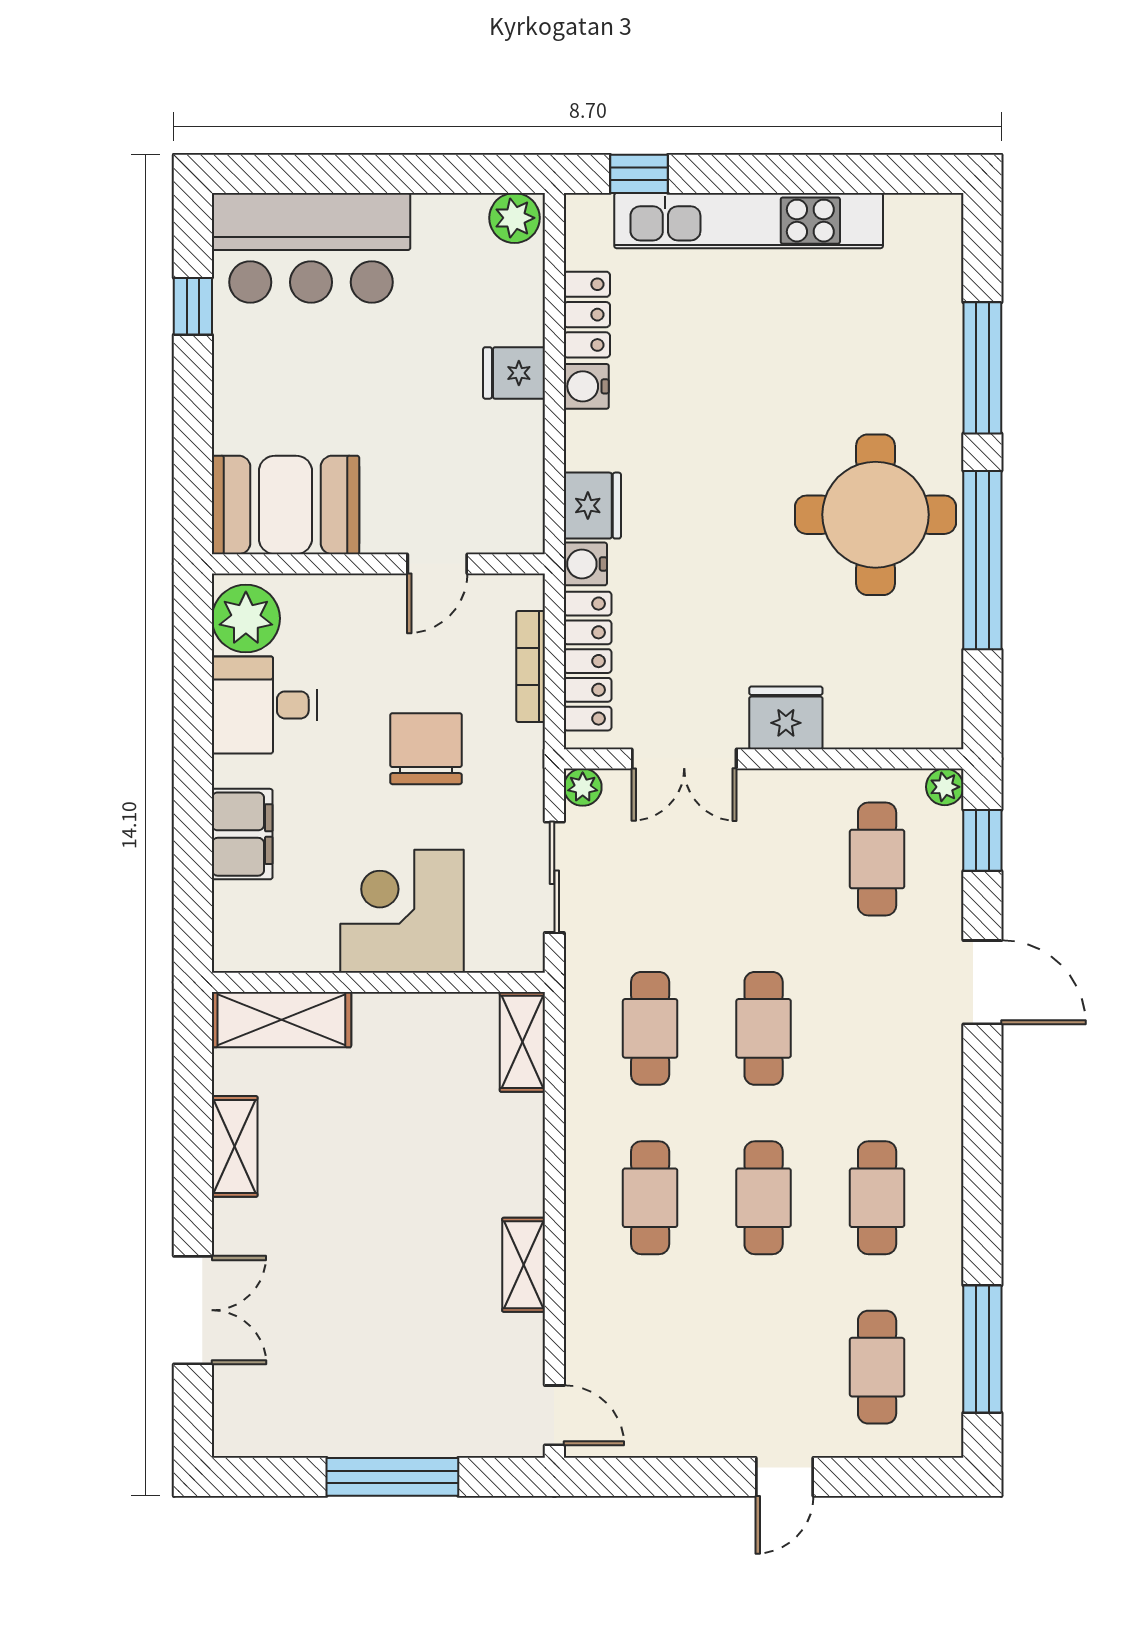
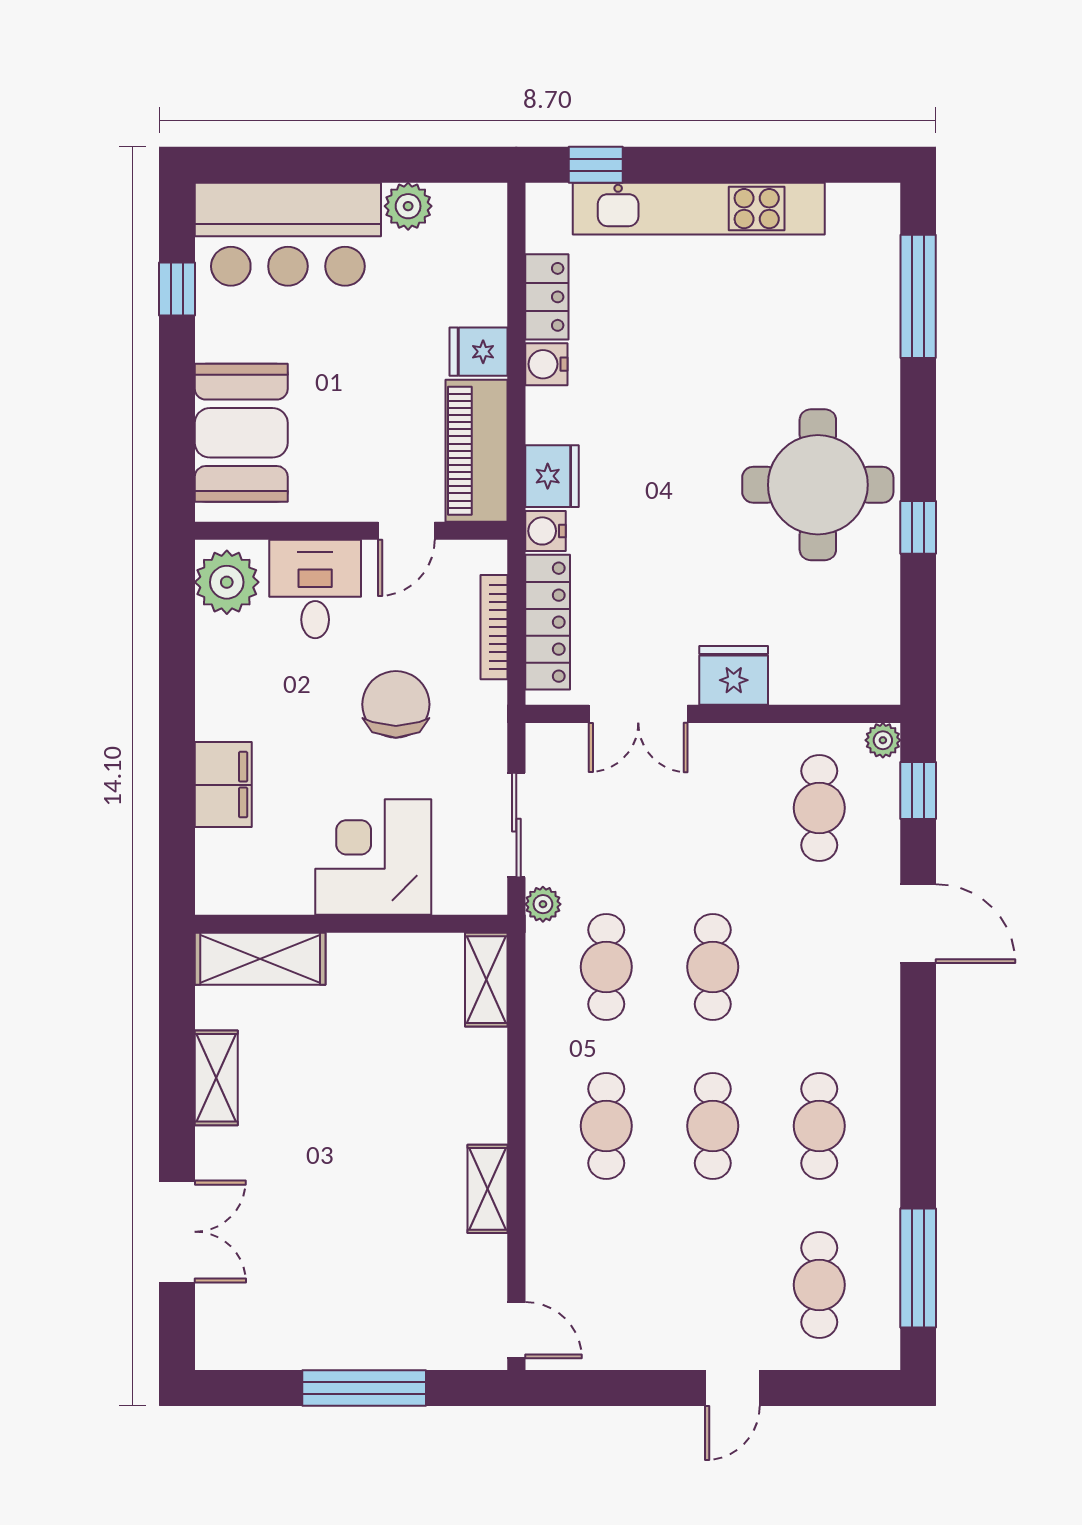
plant: (514, 218) -> (408, 206), moved
window: (982, 368) -> (918, 296), moved
piano: (512, 478) -> (476, 451), added
booth: (285, 505) -> (241, 433), moved, turned 90
window: (982, 560) -> (918, 527), width x0.32
desk: (264, 705) -> (315, 589), moved, turned 90
plant: (583, 787) -> (543, 904), moved

